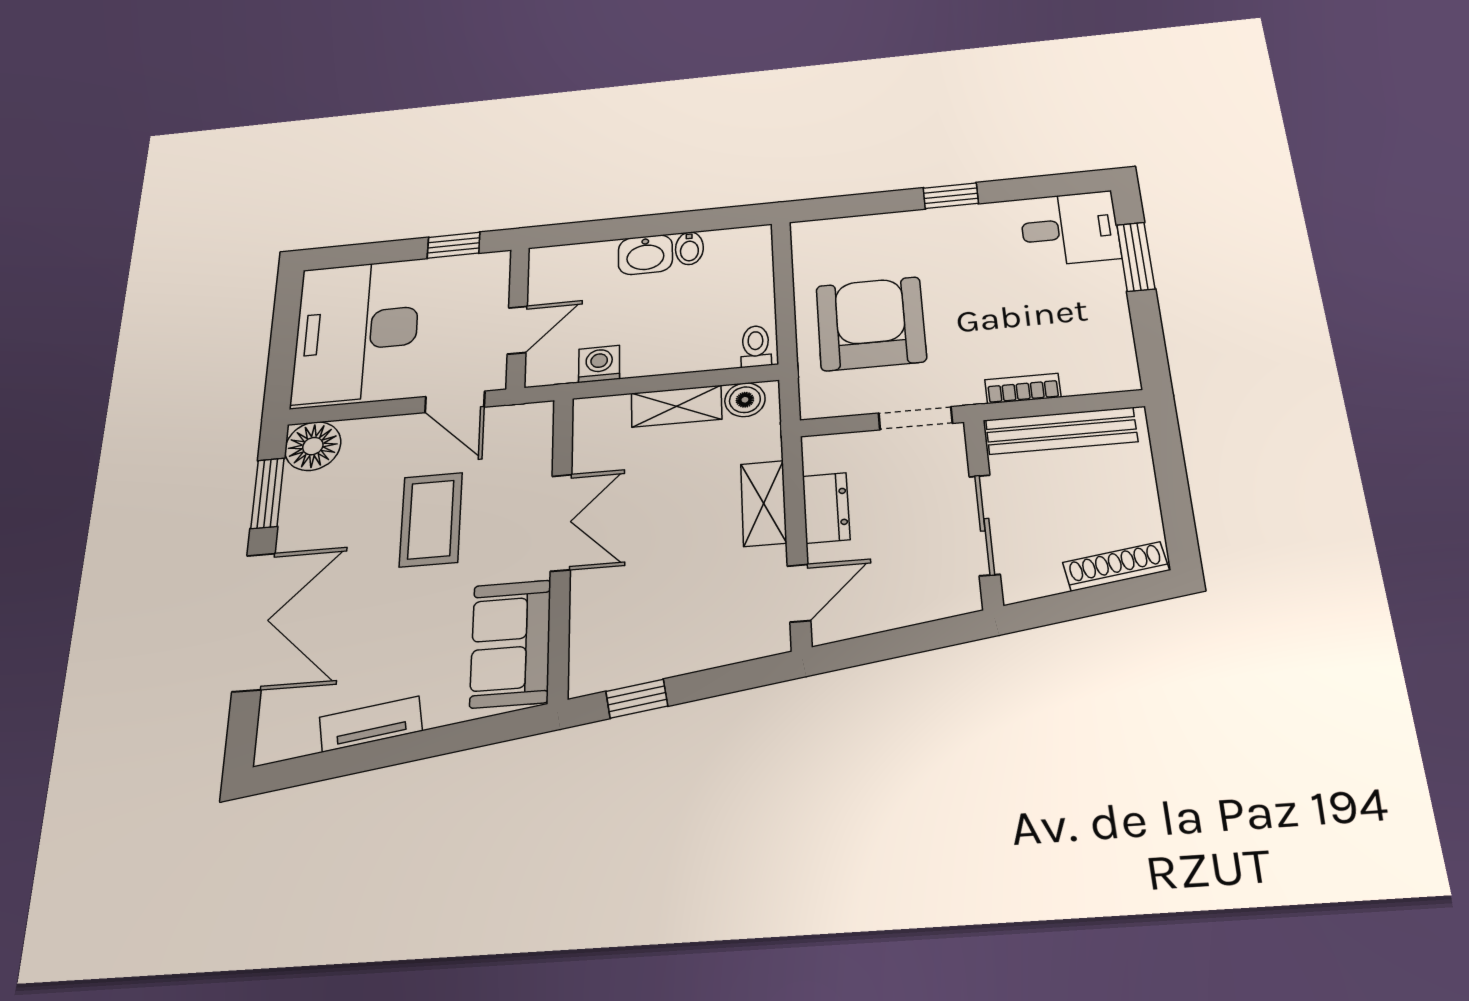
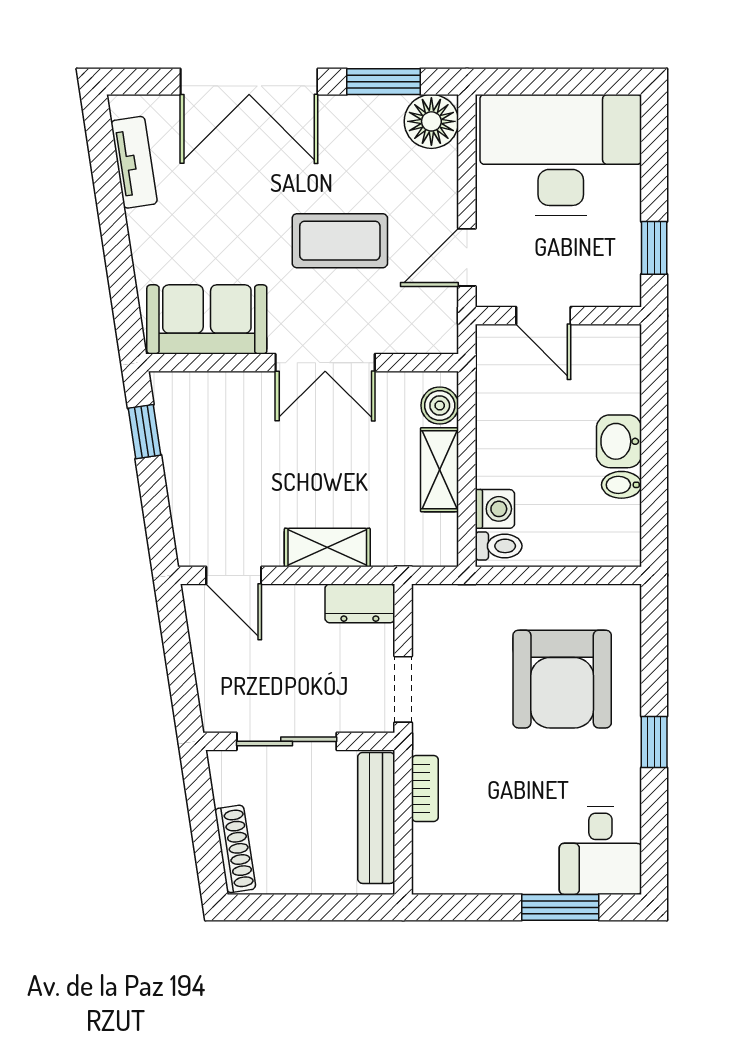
armchair: (871, 324) -> (562, 679), moved, turned 90
washing machine: (599, 364) -> (495, 509), moved
boiler: (745, 400) -> (440, 405), moved
dresser: (826, 508) -> (360, 603), moved
tv unit: (371, 724) -> (134, 162), moved

